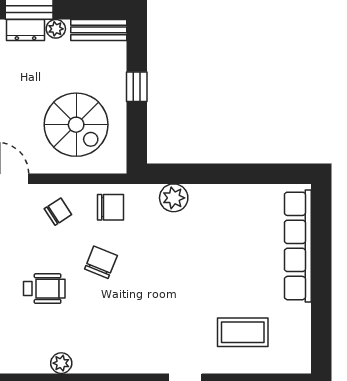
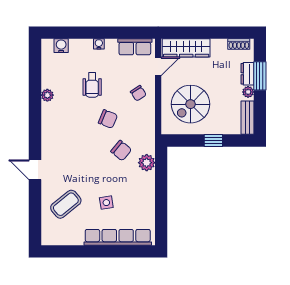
chair: (110, 207) -> (121, 151), moved, turned -50
side table: (240, 265) -> (106, 203), added
coffee table: (243, 332) -> (66, 204), turned 51

